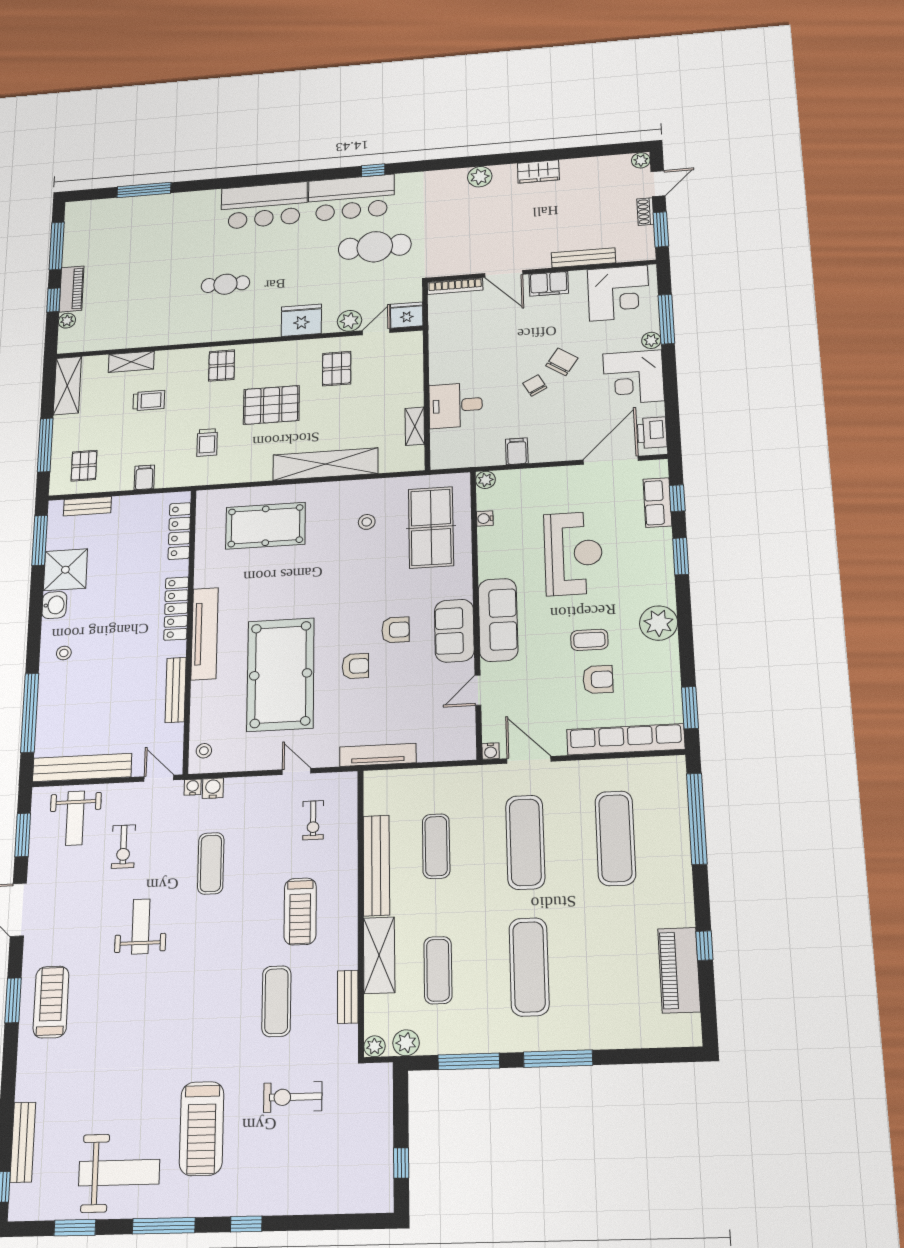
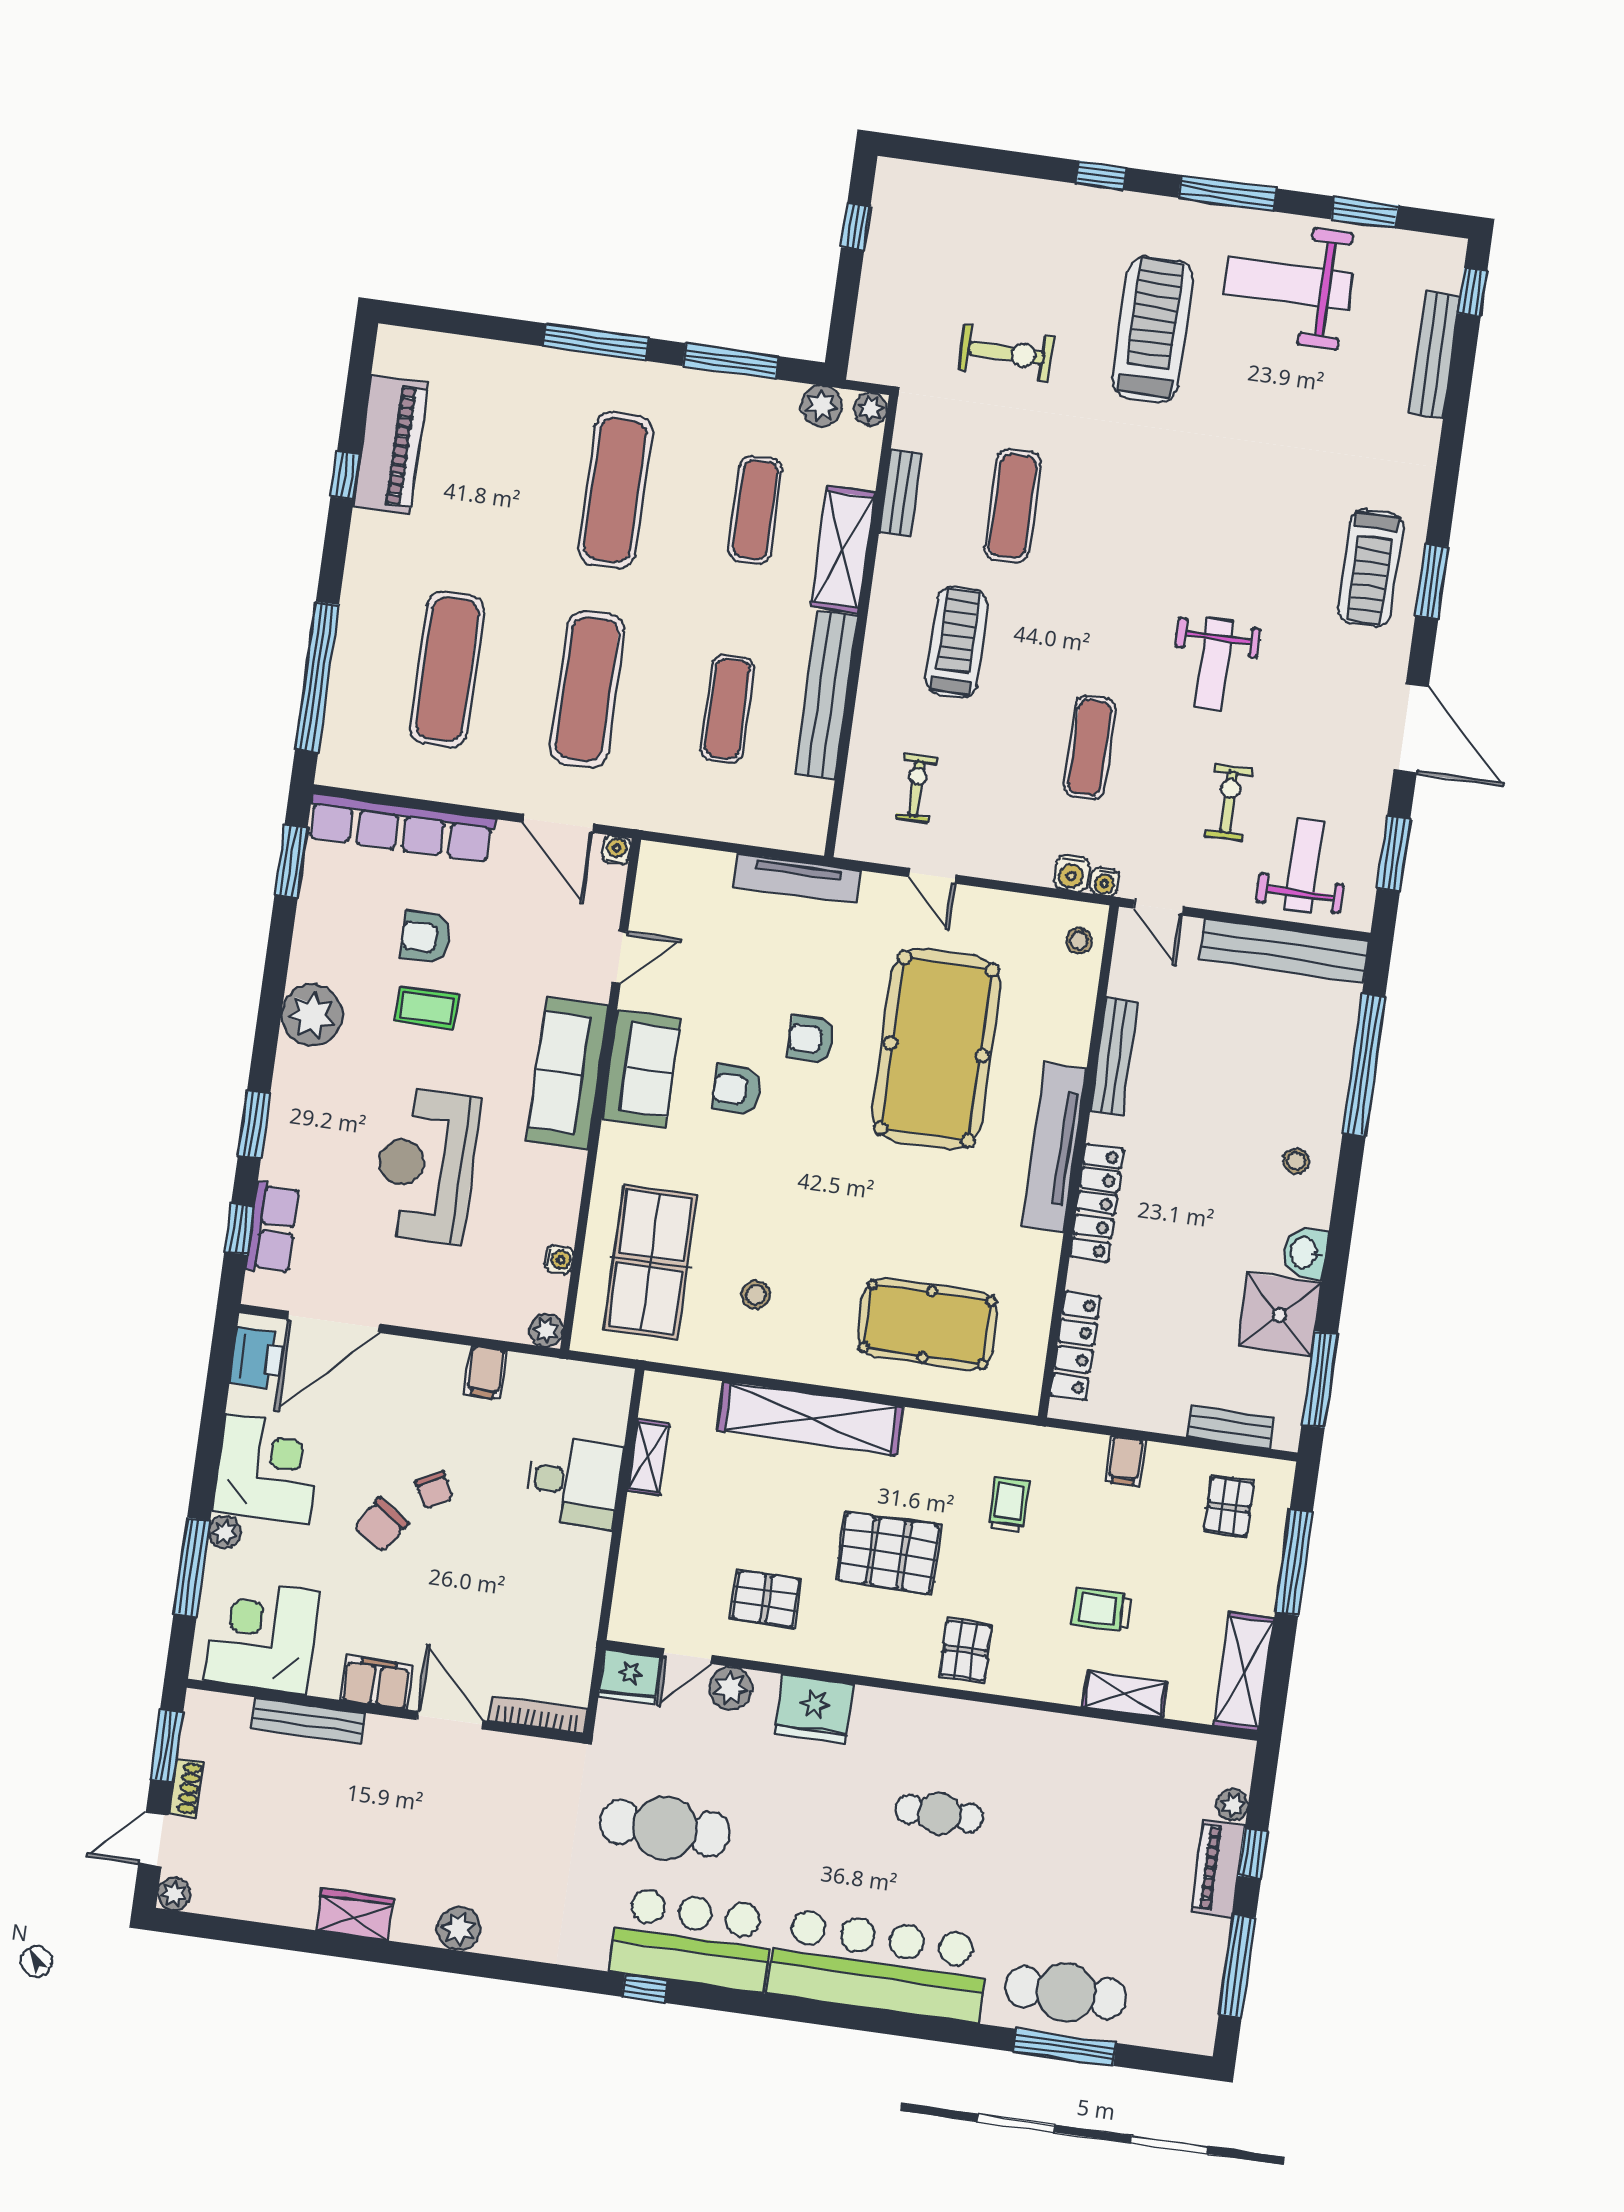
bar counter: (264, 205) -> (878, 1965), width x1.36
cafe table: (146, 215) -> (1066, 1992), added
pallet: (337, 369) -> (766, 1599), turned 90

